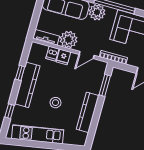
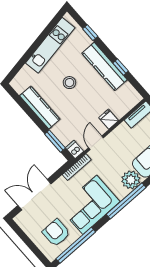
plant: (68, 40) -> (122, 135), removed
dishwasher: (52, 54) -> (75, 150), moved

